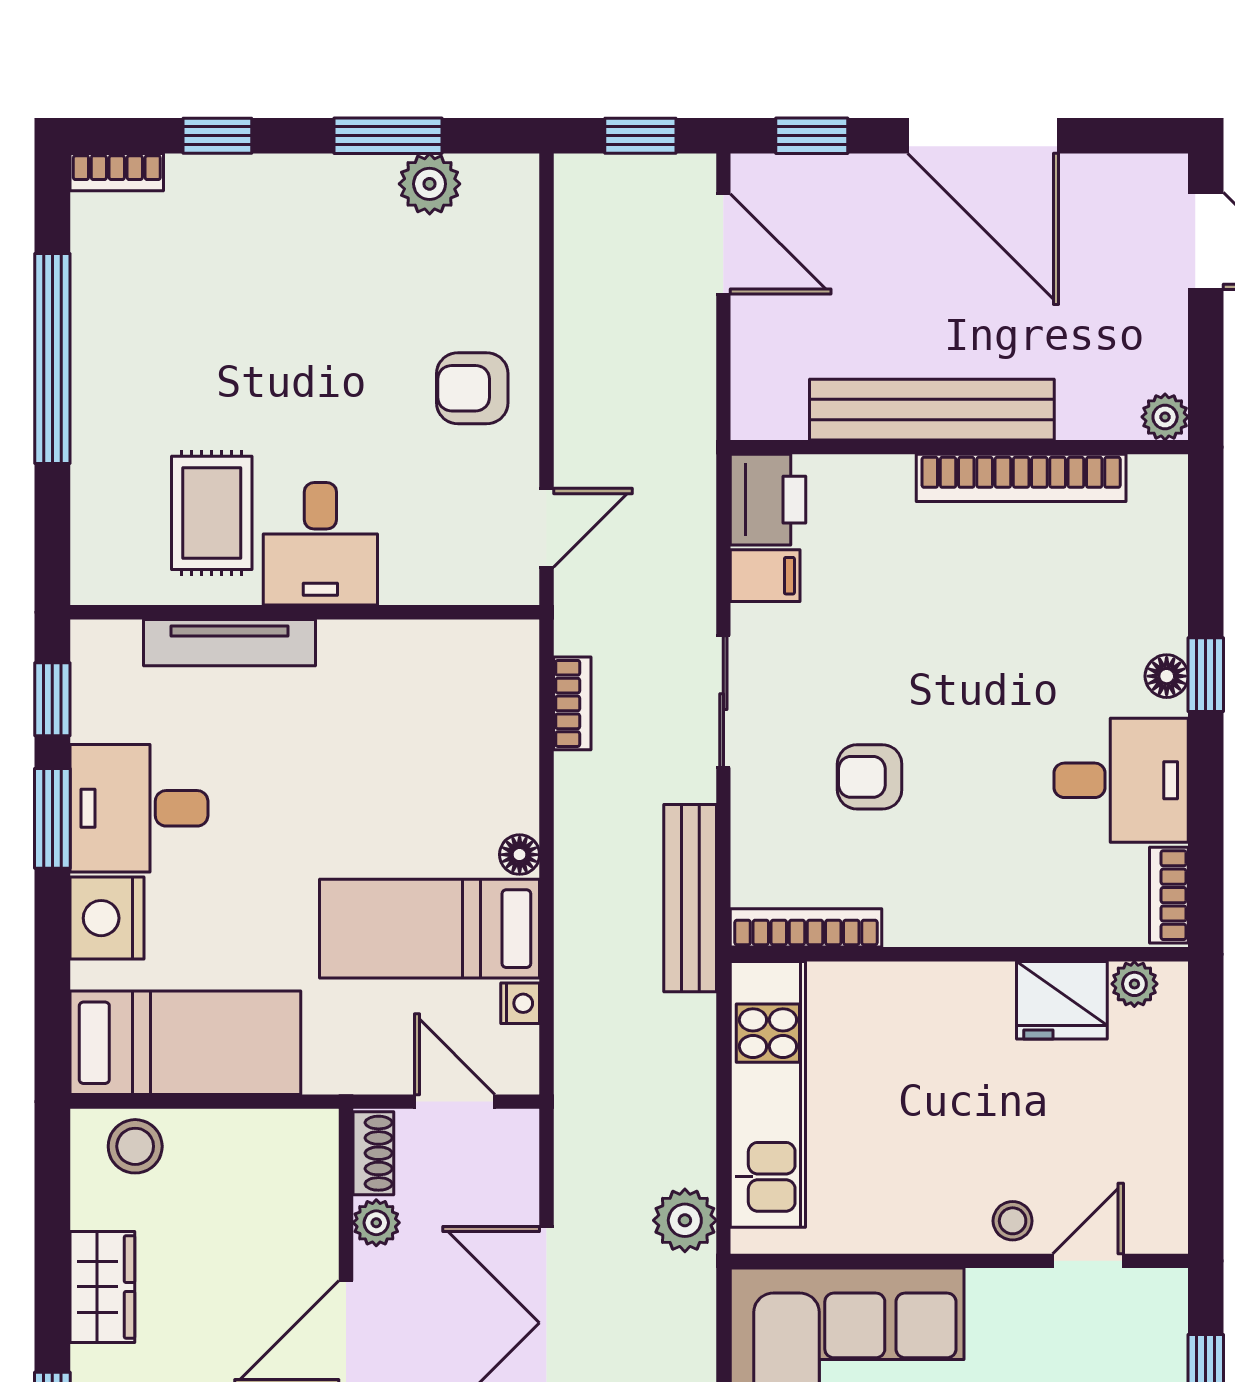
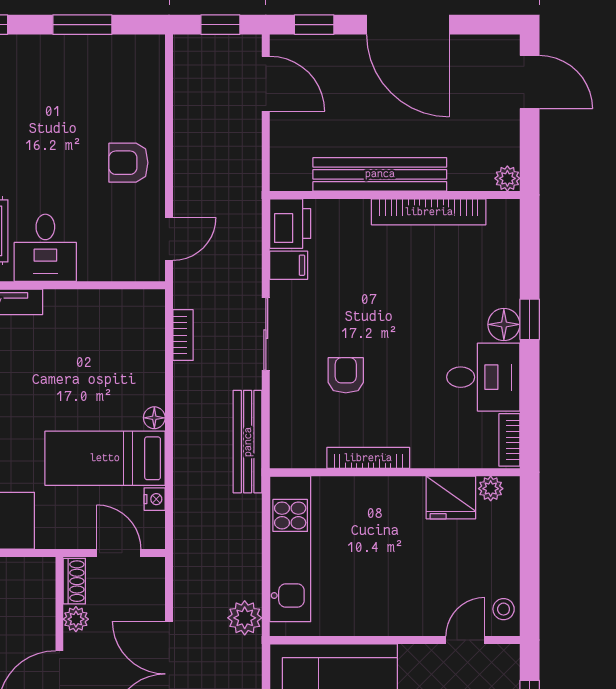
plant: (430, 184) -> (105, 51), removed
floor lamp: (1167, 676) -> (504, 324), width x1.37, depth x1.37
armchair: (870, 777) -> (346, 375), turned 90
bookcase: (806, 928) -> (368, 458), moved
stool: (1013, 1221) -> (504, 609), moved

